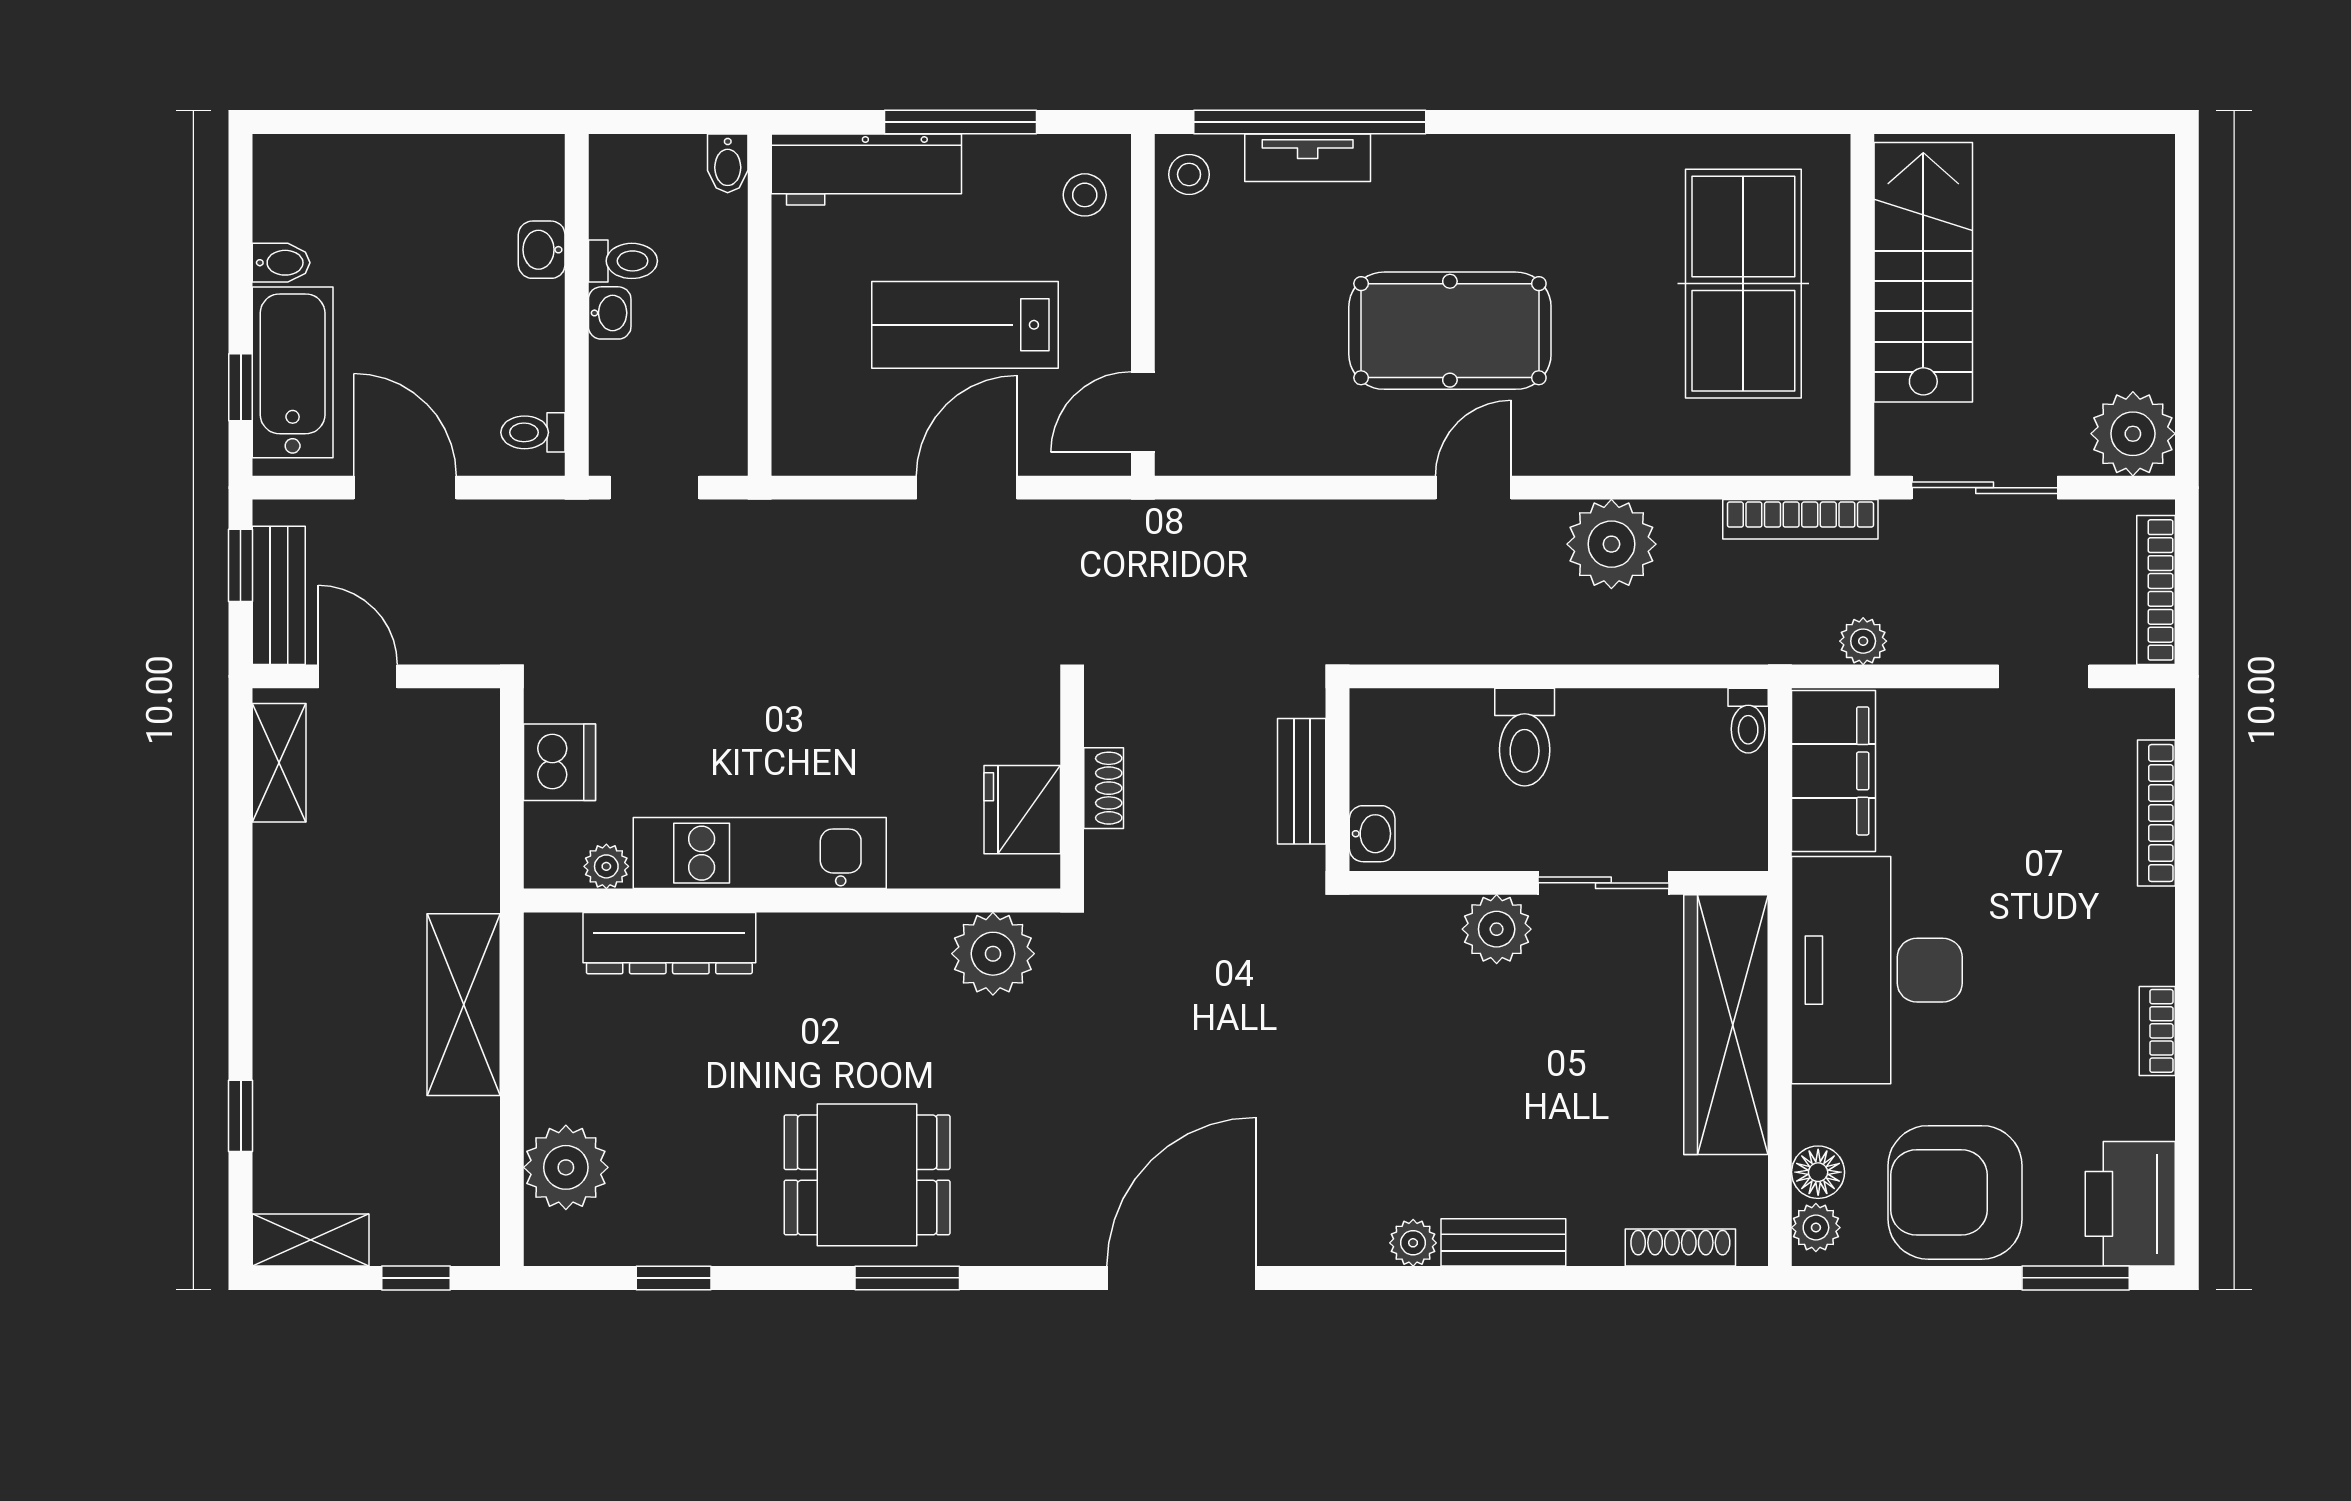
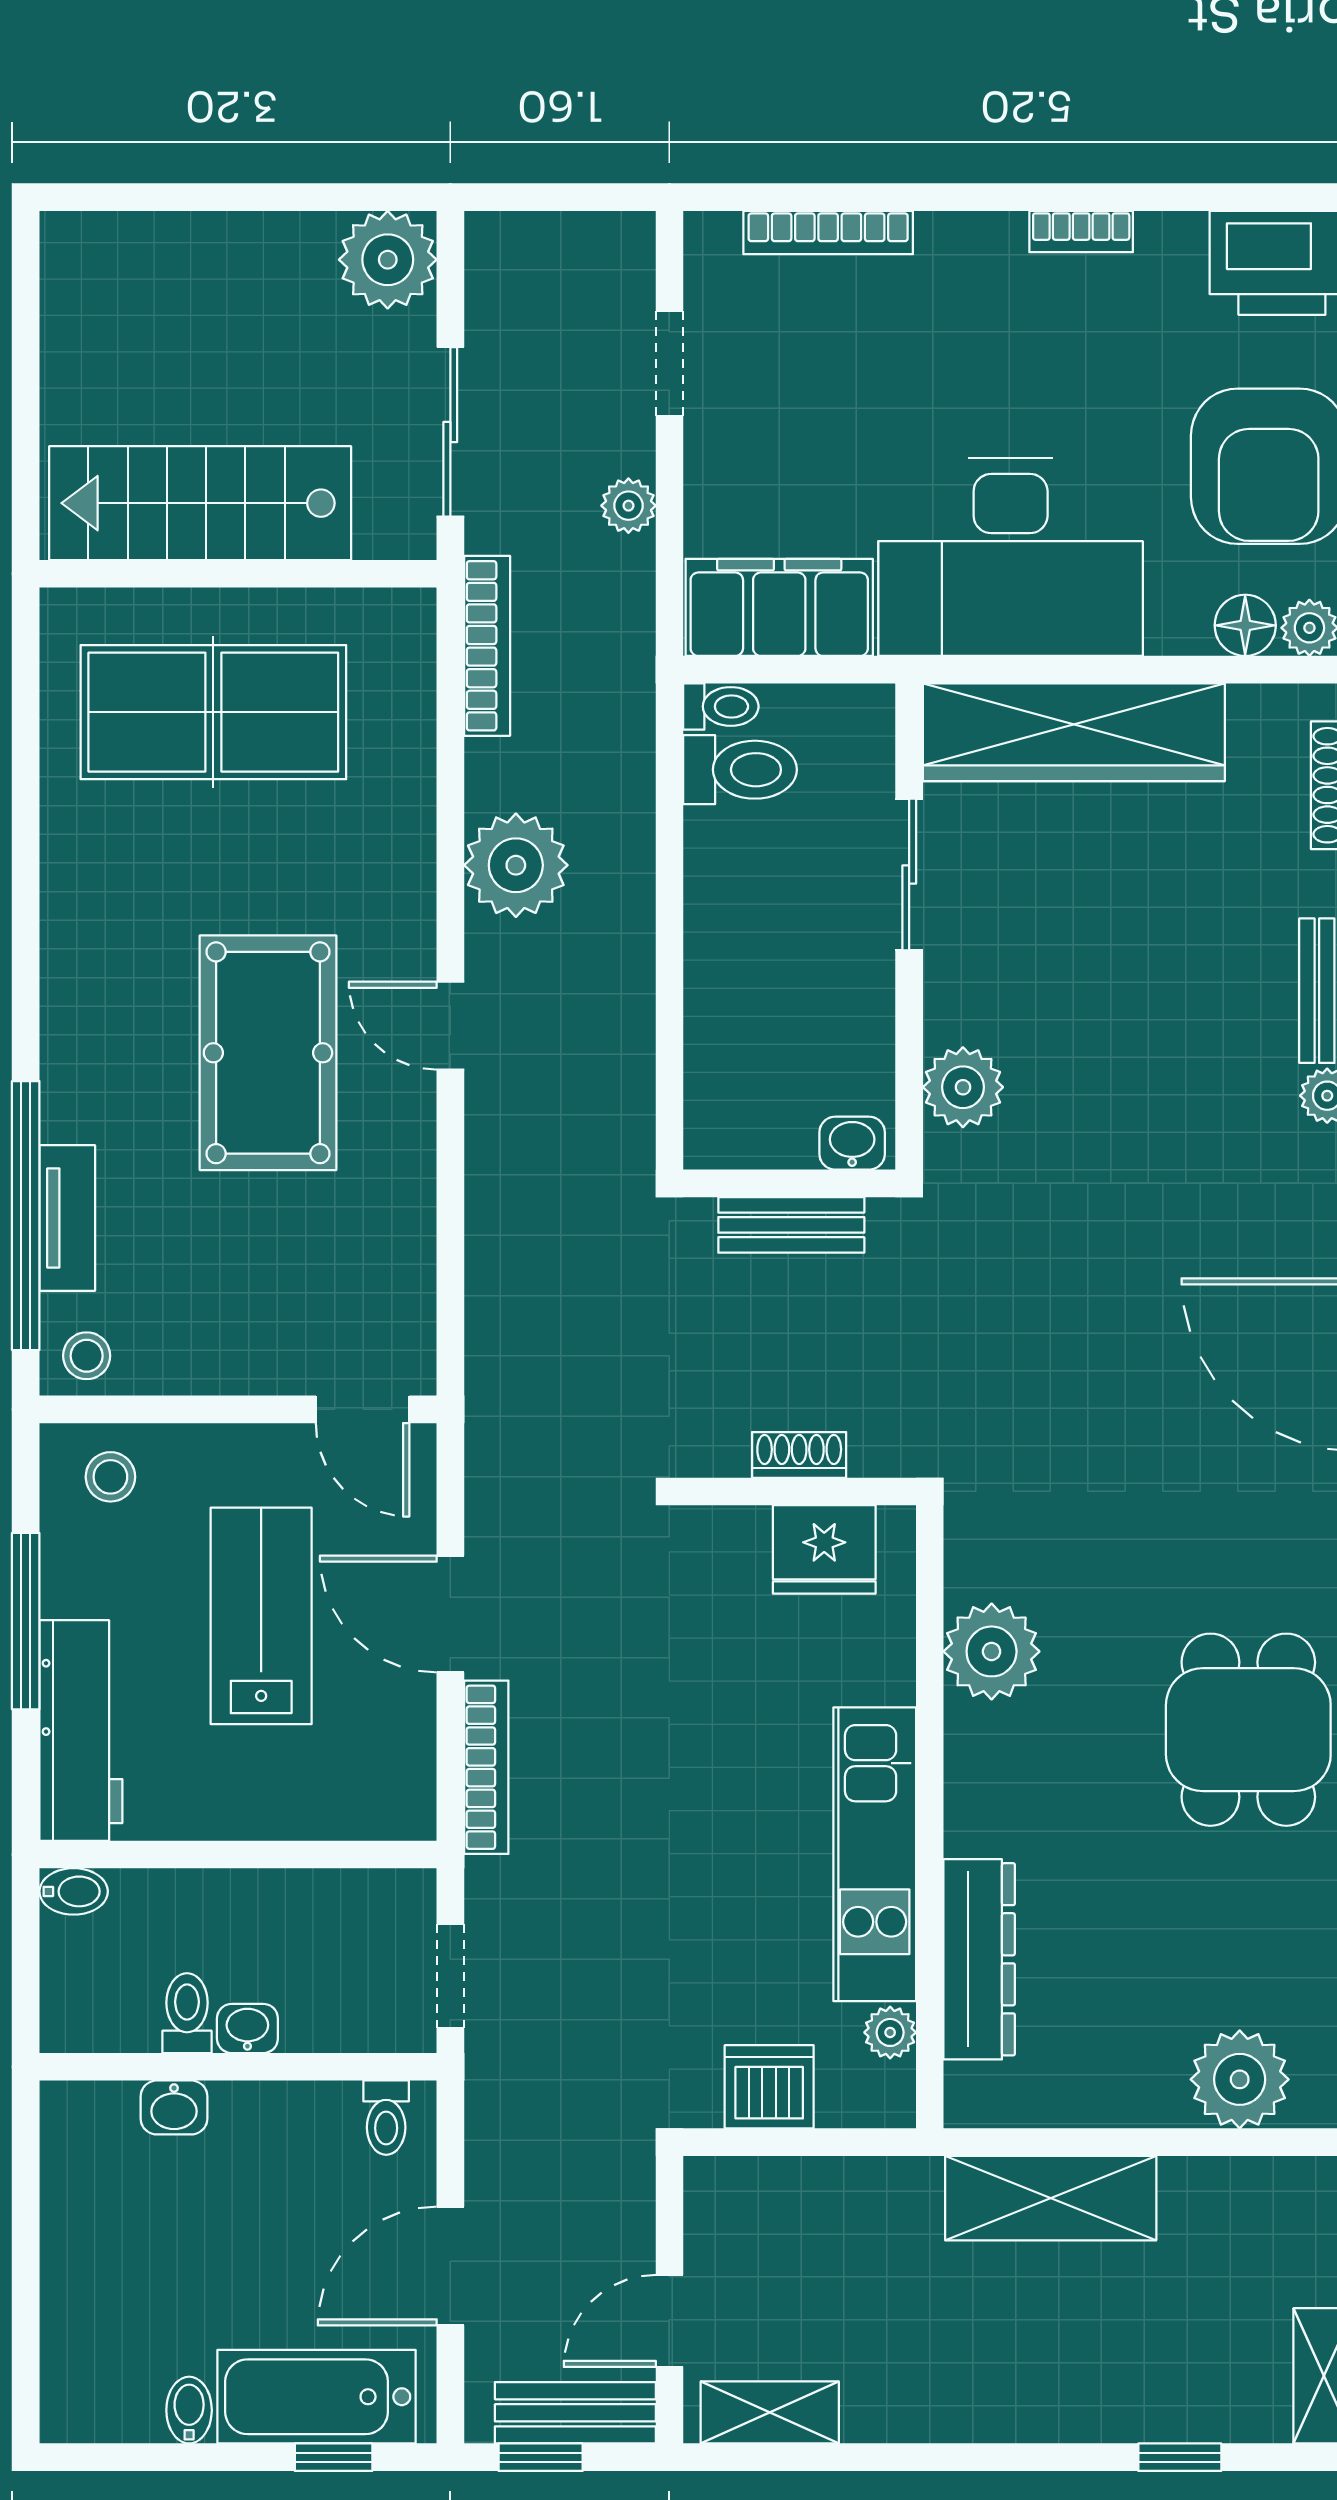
lab bench: (965, 325) -> (261, 1616), turned 180
bookcase: (2156, 590) -> (486, 1767), moved, turned -90
plant: (1863, 641) -> (628, 506), moved
toilet: (1525, 737) -> (740, 770), moved
plant: (1497, 929) -> (963, 1087), moved
plant: (993, 954) -> (992, 1651), moved

